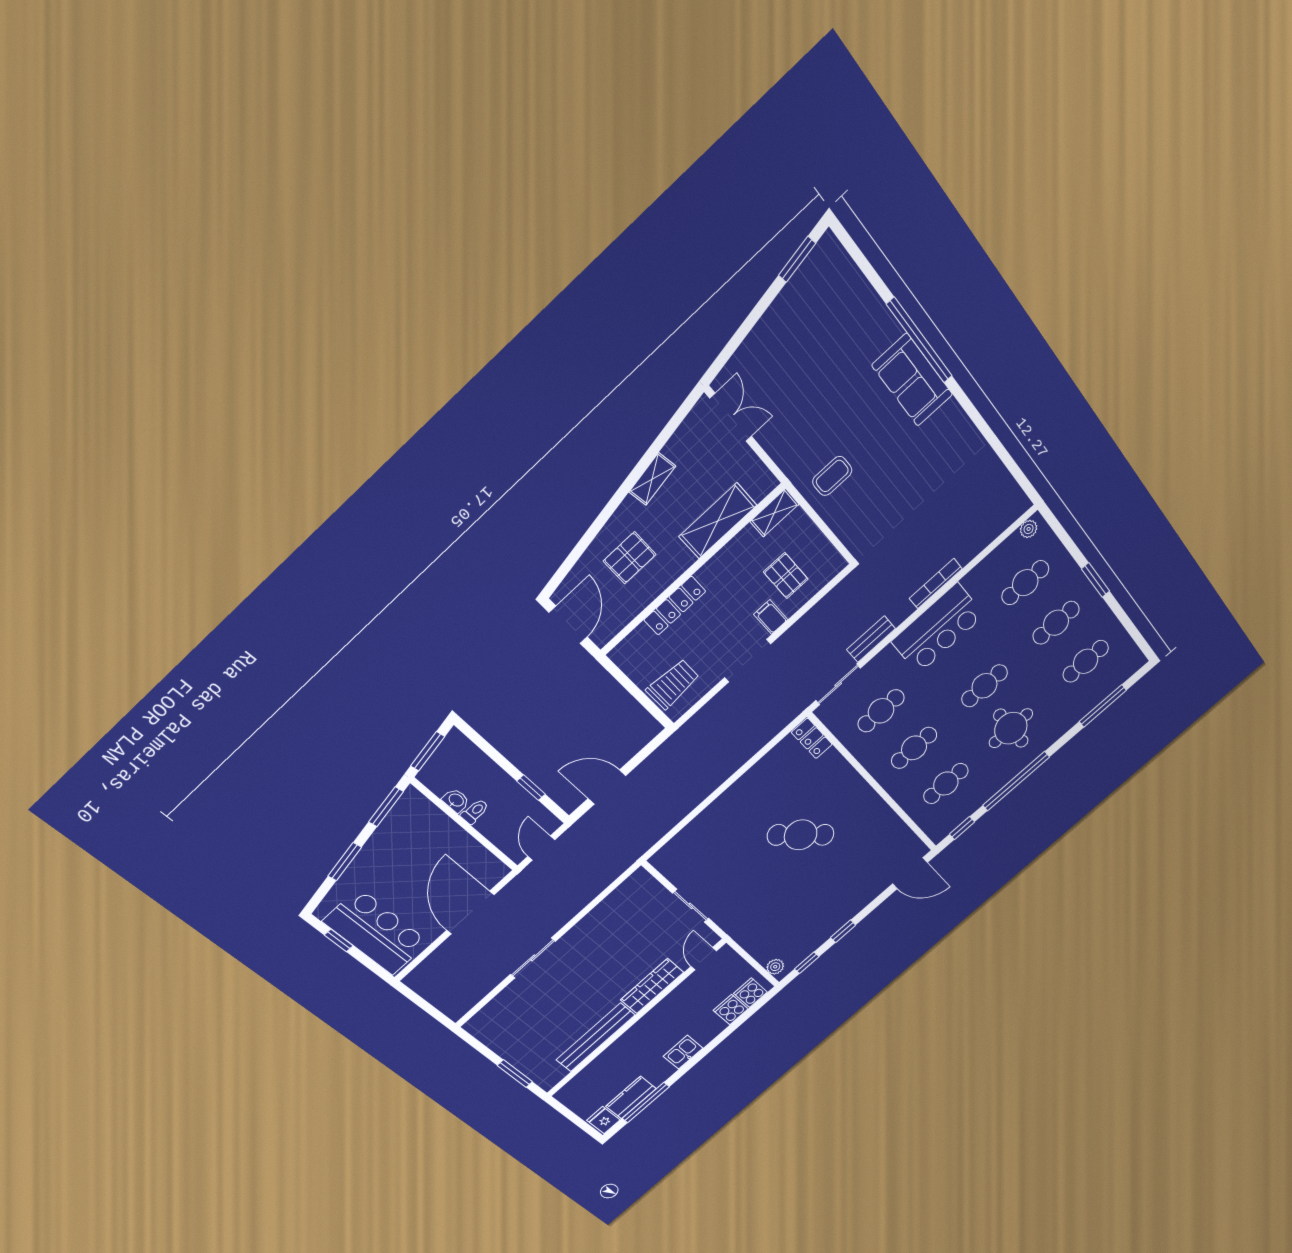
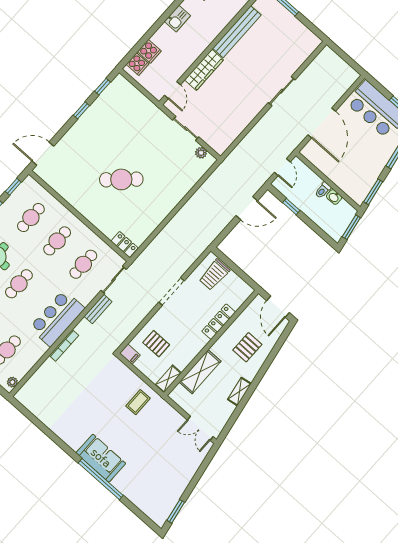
filing cabinet: (771, 617) -> (130, 354), moved
plant: (775, 967) -> (201, 153), moved

